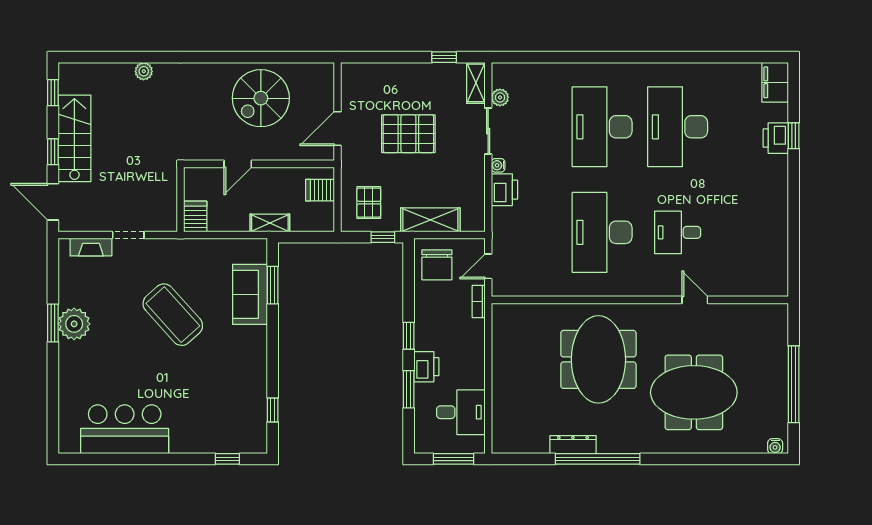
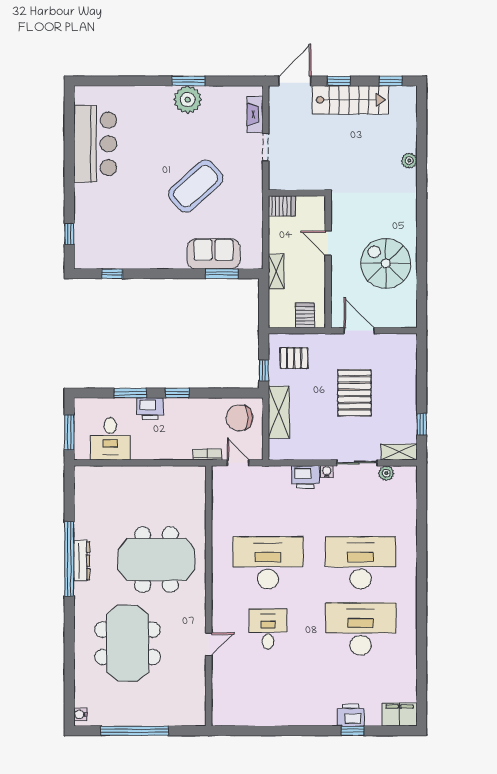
dresser: (573, 445) -> (82, 561), moved

